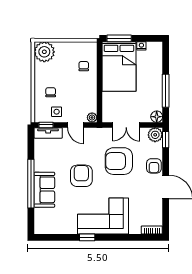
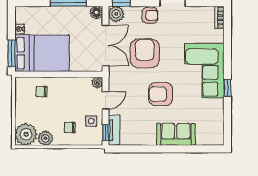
plant: (41, 70) -> (45, 138), added
double door: (126, 125) -> (105, 45), width x1.37
armchair: (119, 161) -> (145, 53), turned 180
window: (31, 184) -> (169, 149), removed

